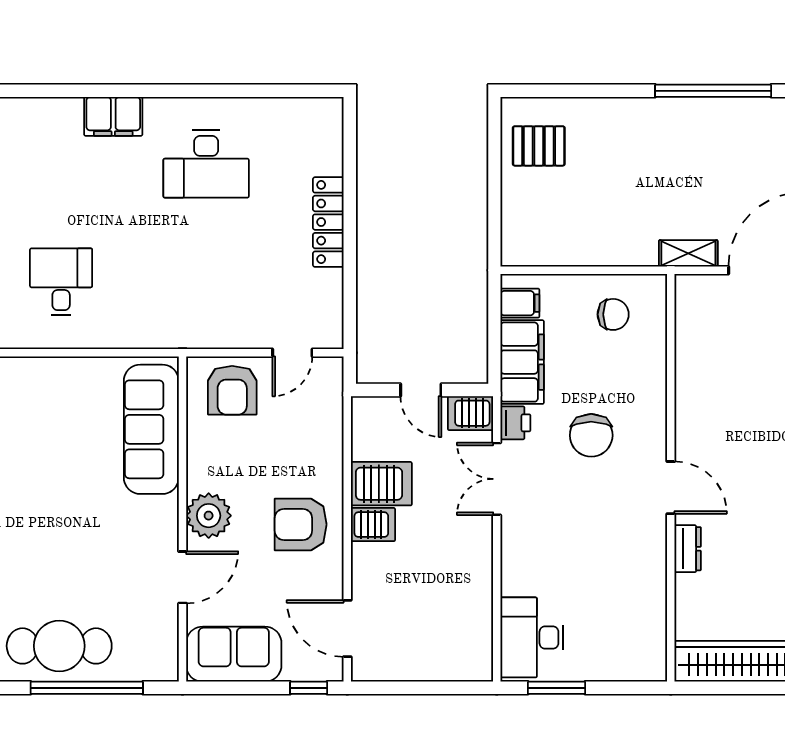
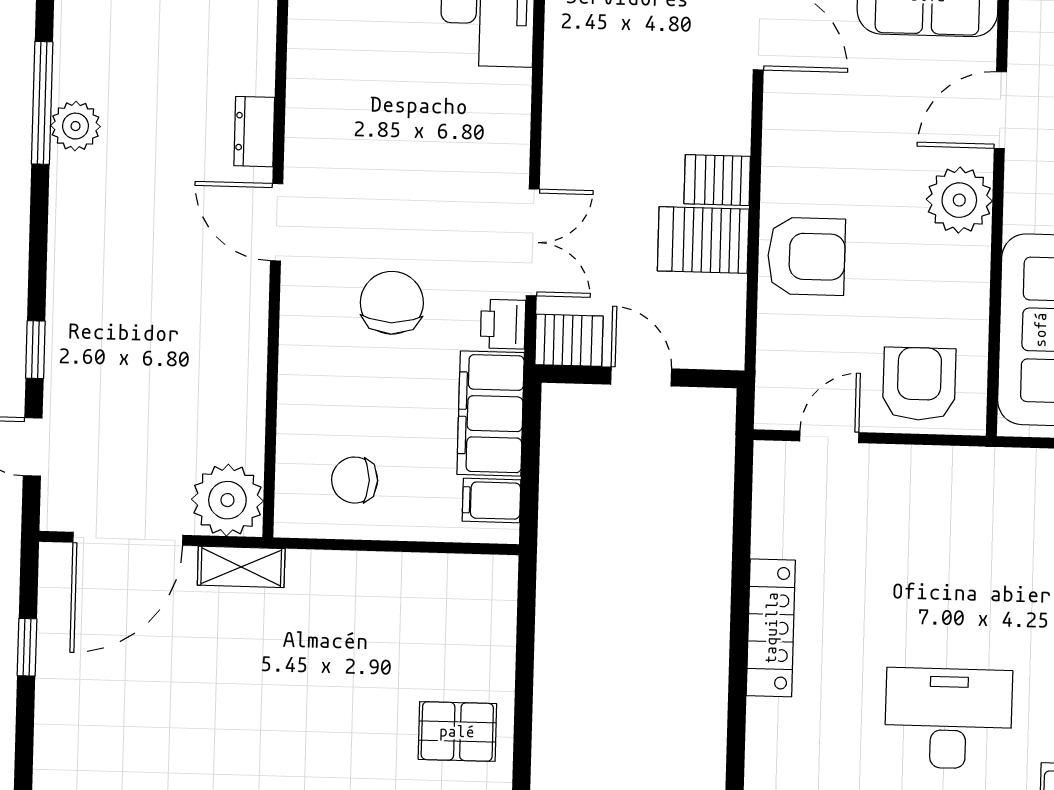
plant: (699, 298) -> (227, 500), added
armchair: (301, 524) -> (806, 256), moved

